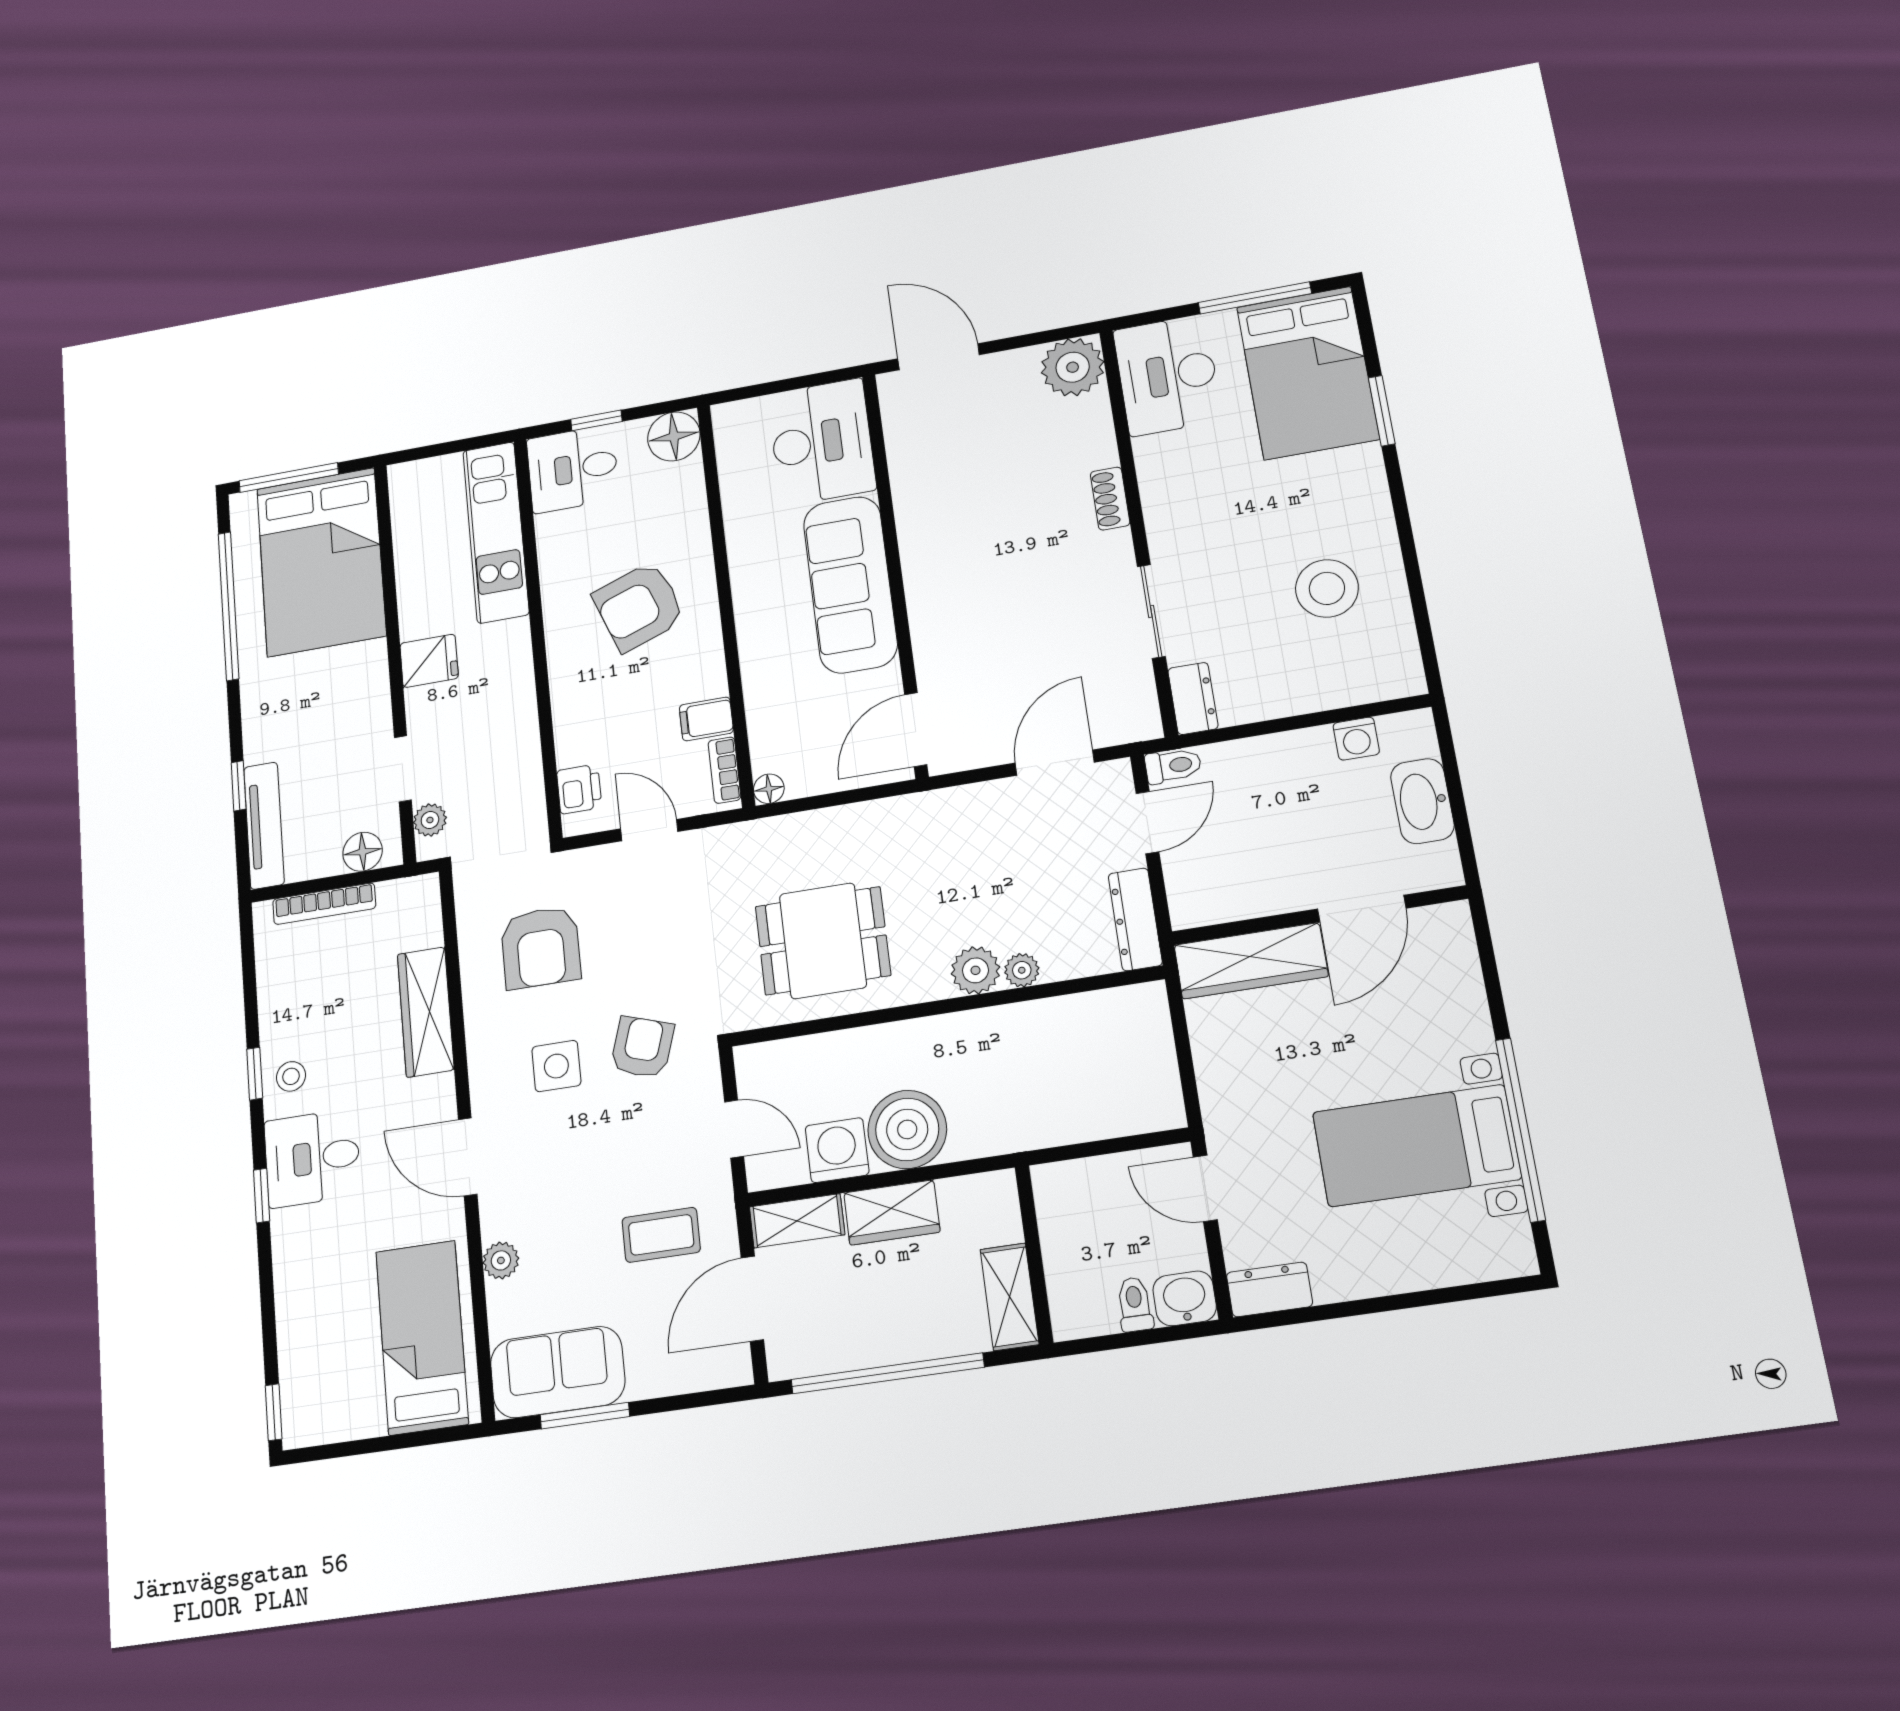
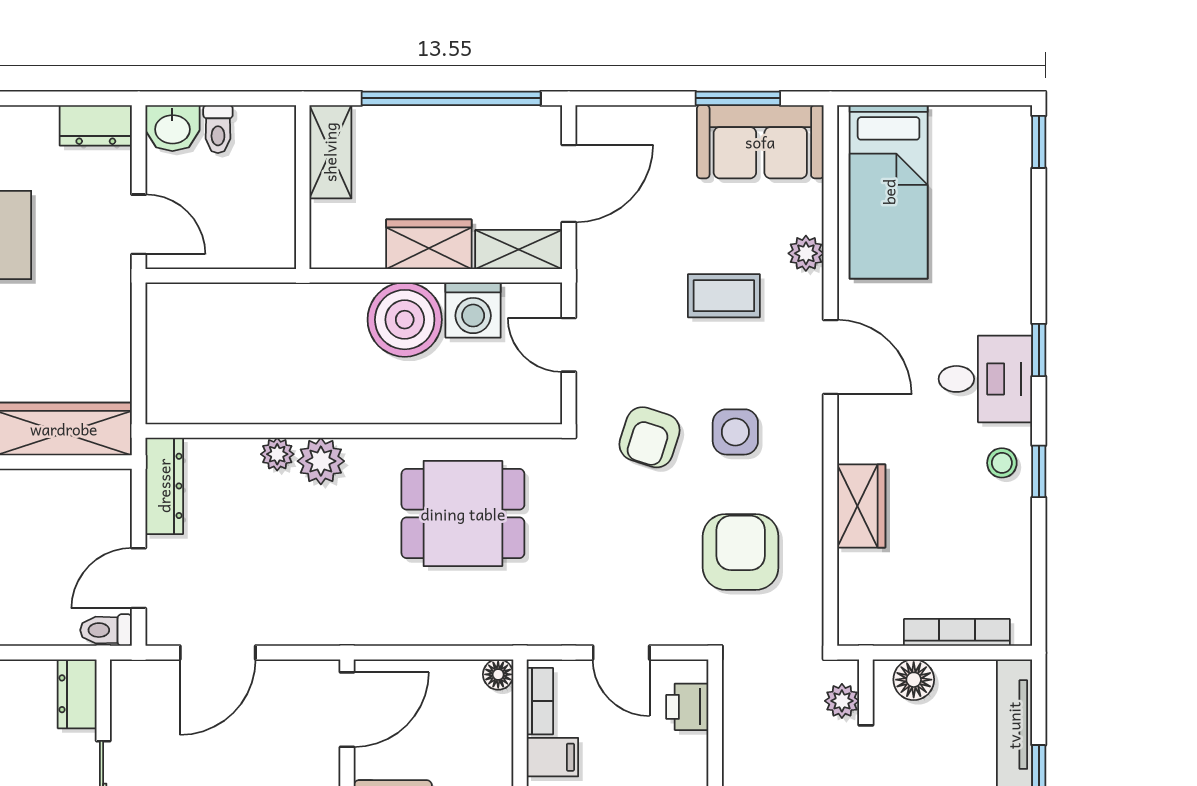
wardrobe: (426, 1012) -> (861, 506), width x0.67
coffee table: (661, 1235) -> (724, 296), moved

